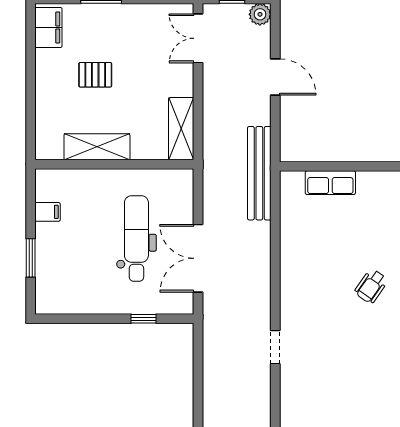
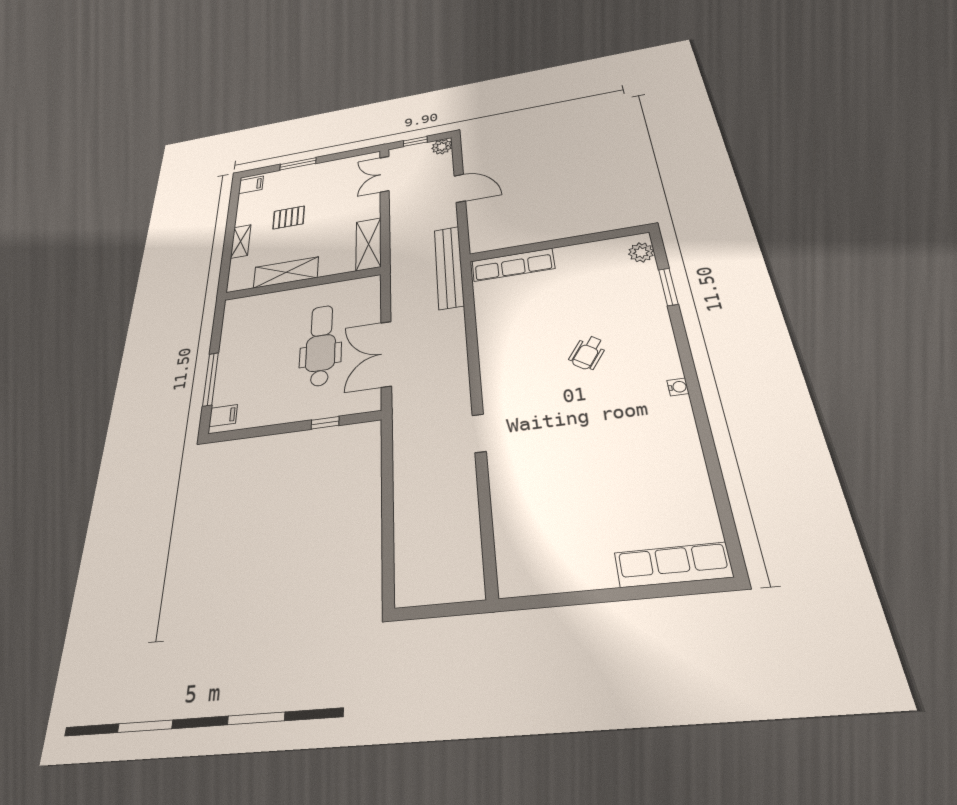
filing cabinet: (48, 27) -> (251, 185), width x0.50
shelving: (44, 96) -> (241, 241), added
row of seats: (330, 183) -> (513, 265), width x1.48
filing cabinet: (48, 212) -> (223, 416), moved
window: (31, 258) -> (211, 379), width x1.44

